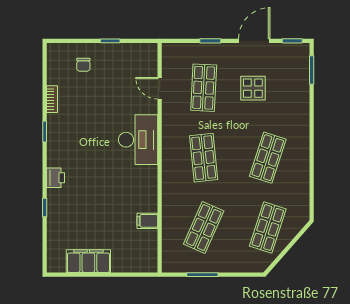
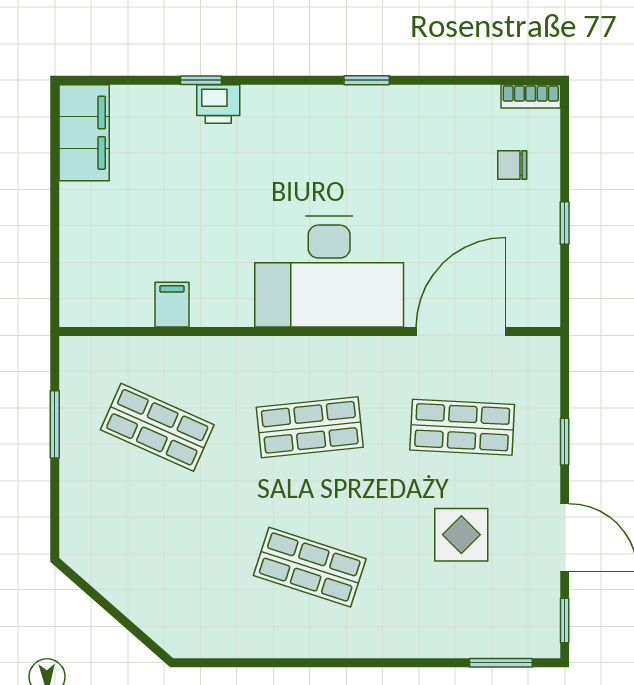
door: (160, 88) -> (461, 331), width x1.87
bookcase: (52, 99) -> (531, 96), moved
desk: (138, 140) -> (329, 272), width x1.36, depth x1.30
printer: (55, 178) -> (218, 104), moved
shop shelf: (268, 228) -> (157, 567), removed
filing cabinet: (88, 261) -> (84, 133), moved

